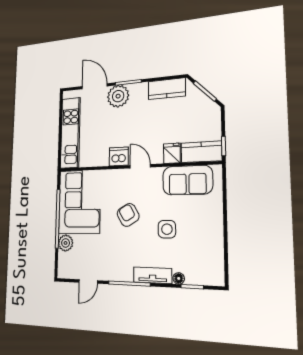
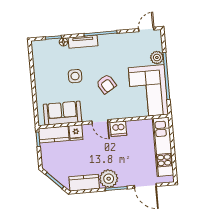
plant: (118, 96) -> (109, 179), moved
door: (88, 281) -> (146, 29), moved

